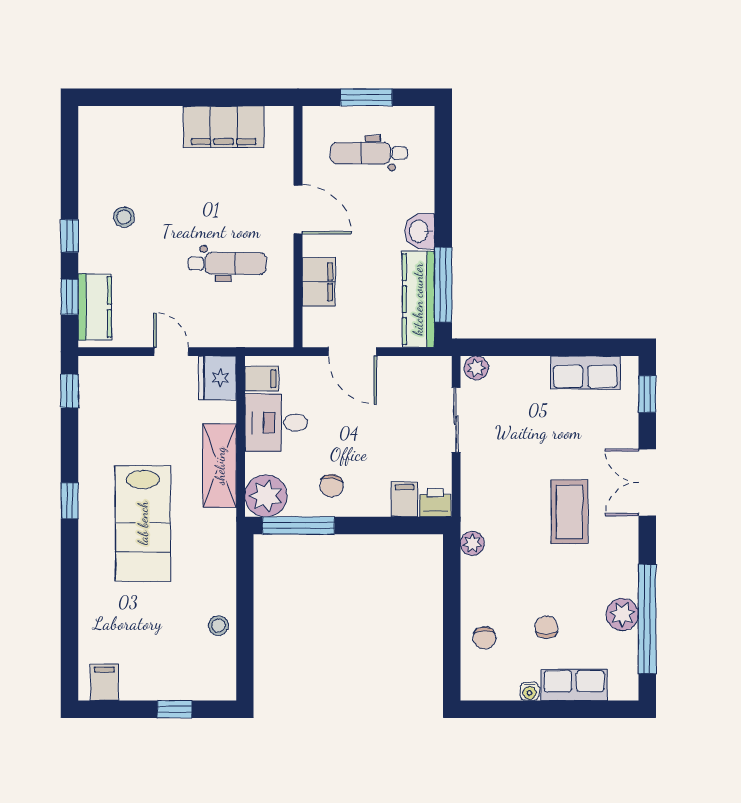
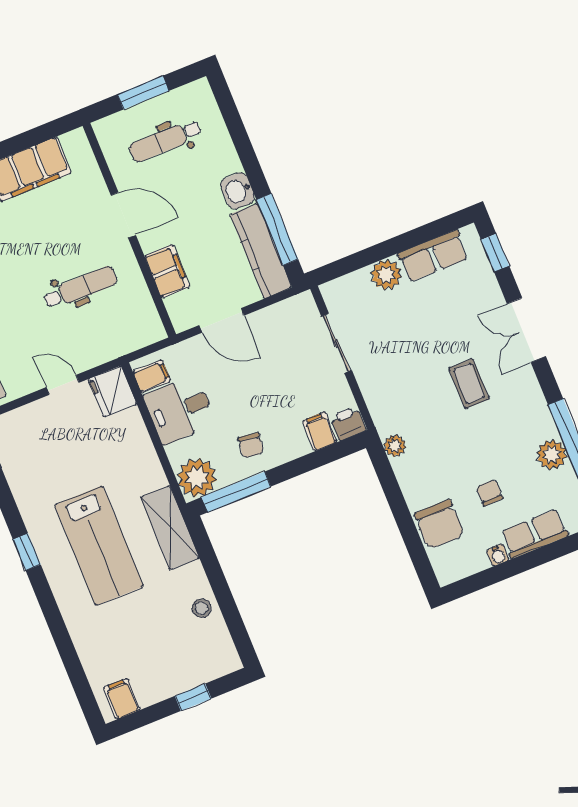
plant: (476, 368) -> (386, 275), moved, width x1.38, depth x1.38
shelving: (220, 466) -> (170, 528), moved
coffee table: (569, 512) -> (469, 384), width x0.73, depth x0.77
chair: (485, 638) -> (439, 524), width x1.87, depth x1.87

